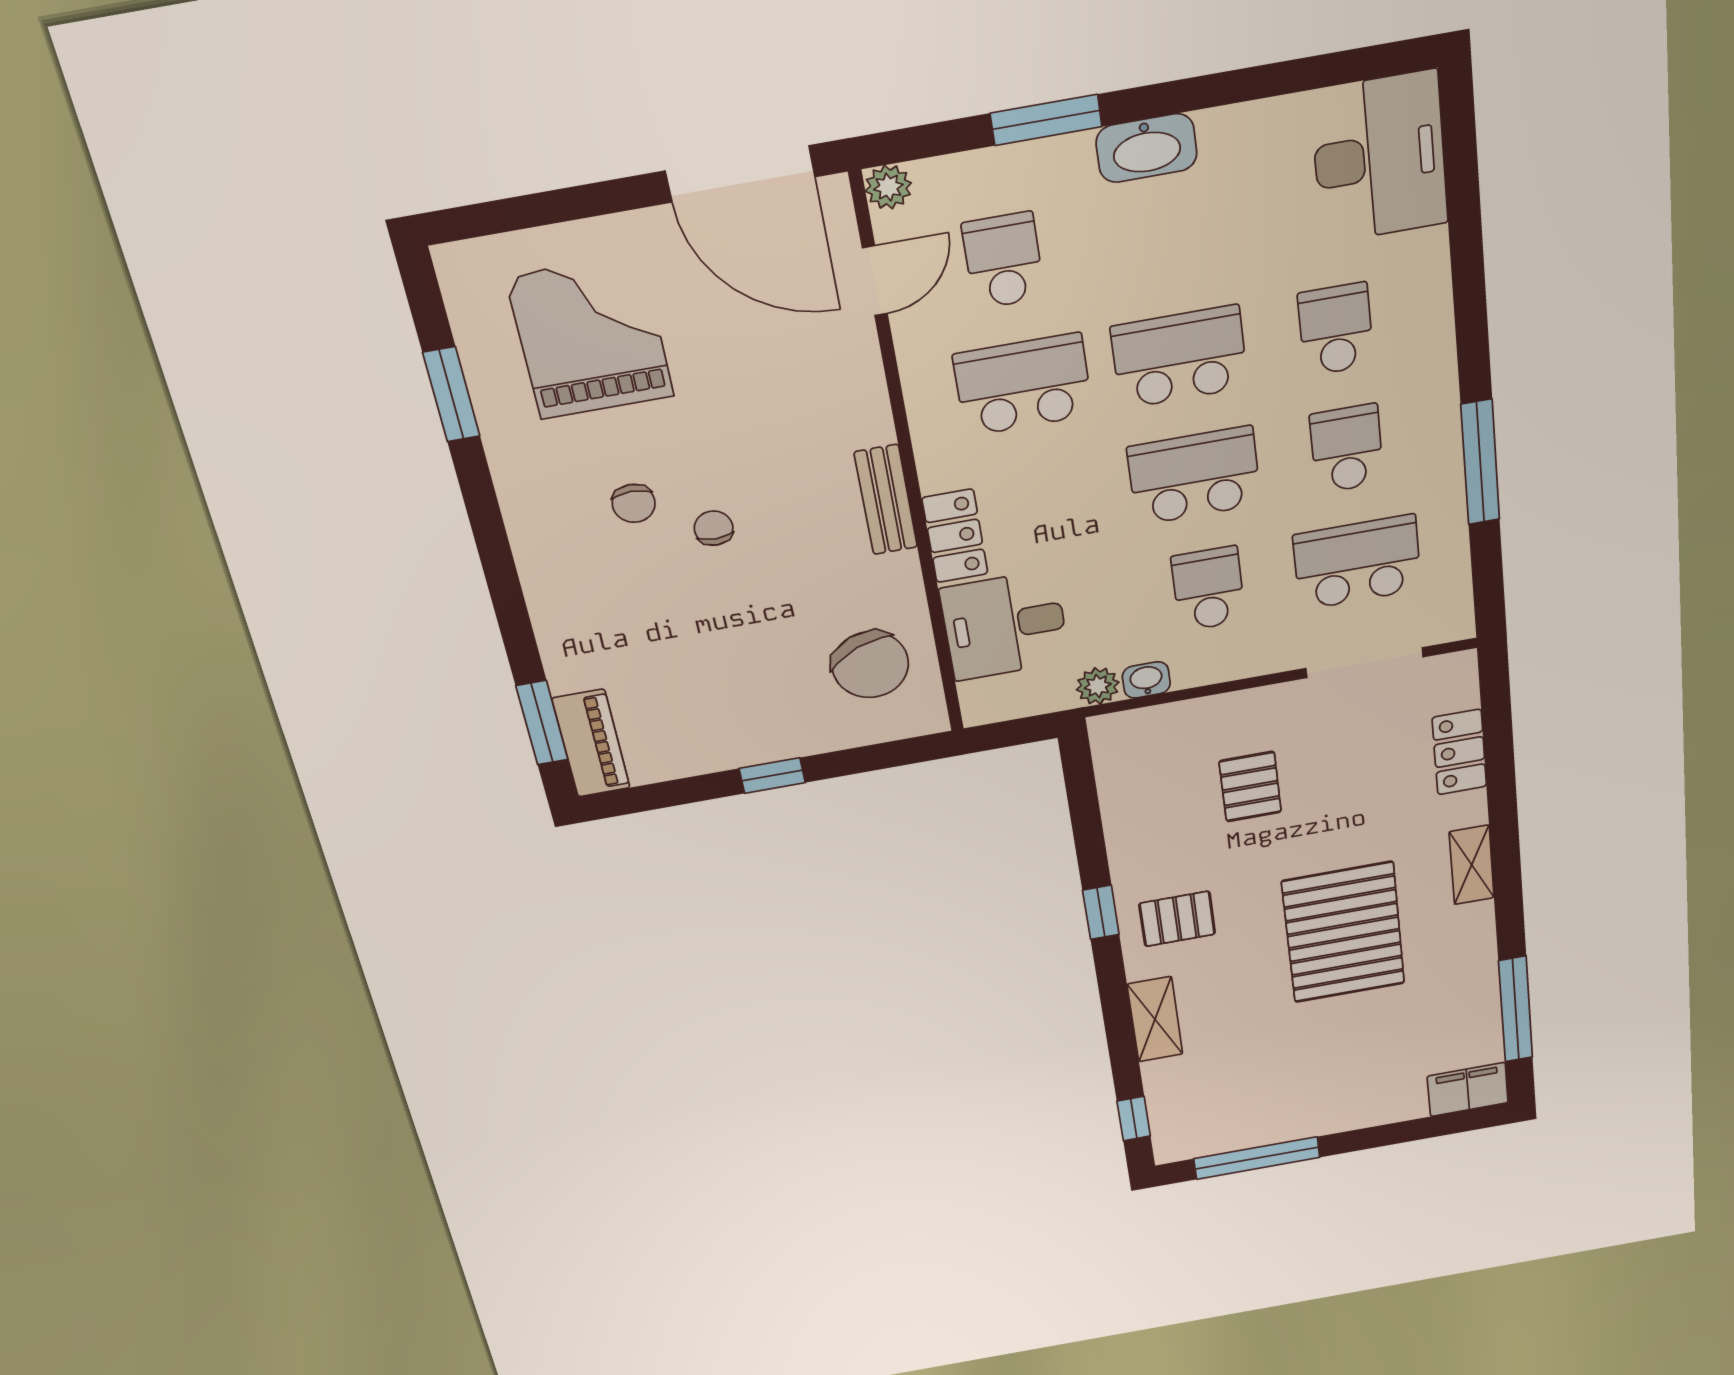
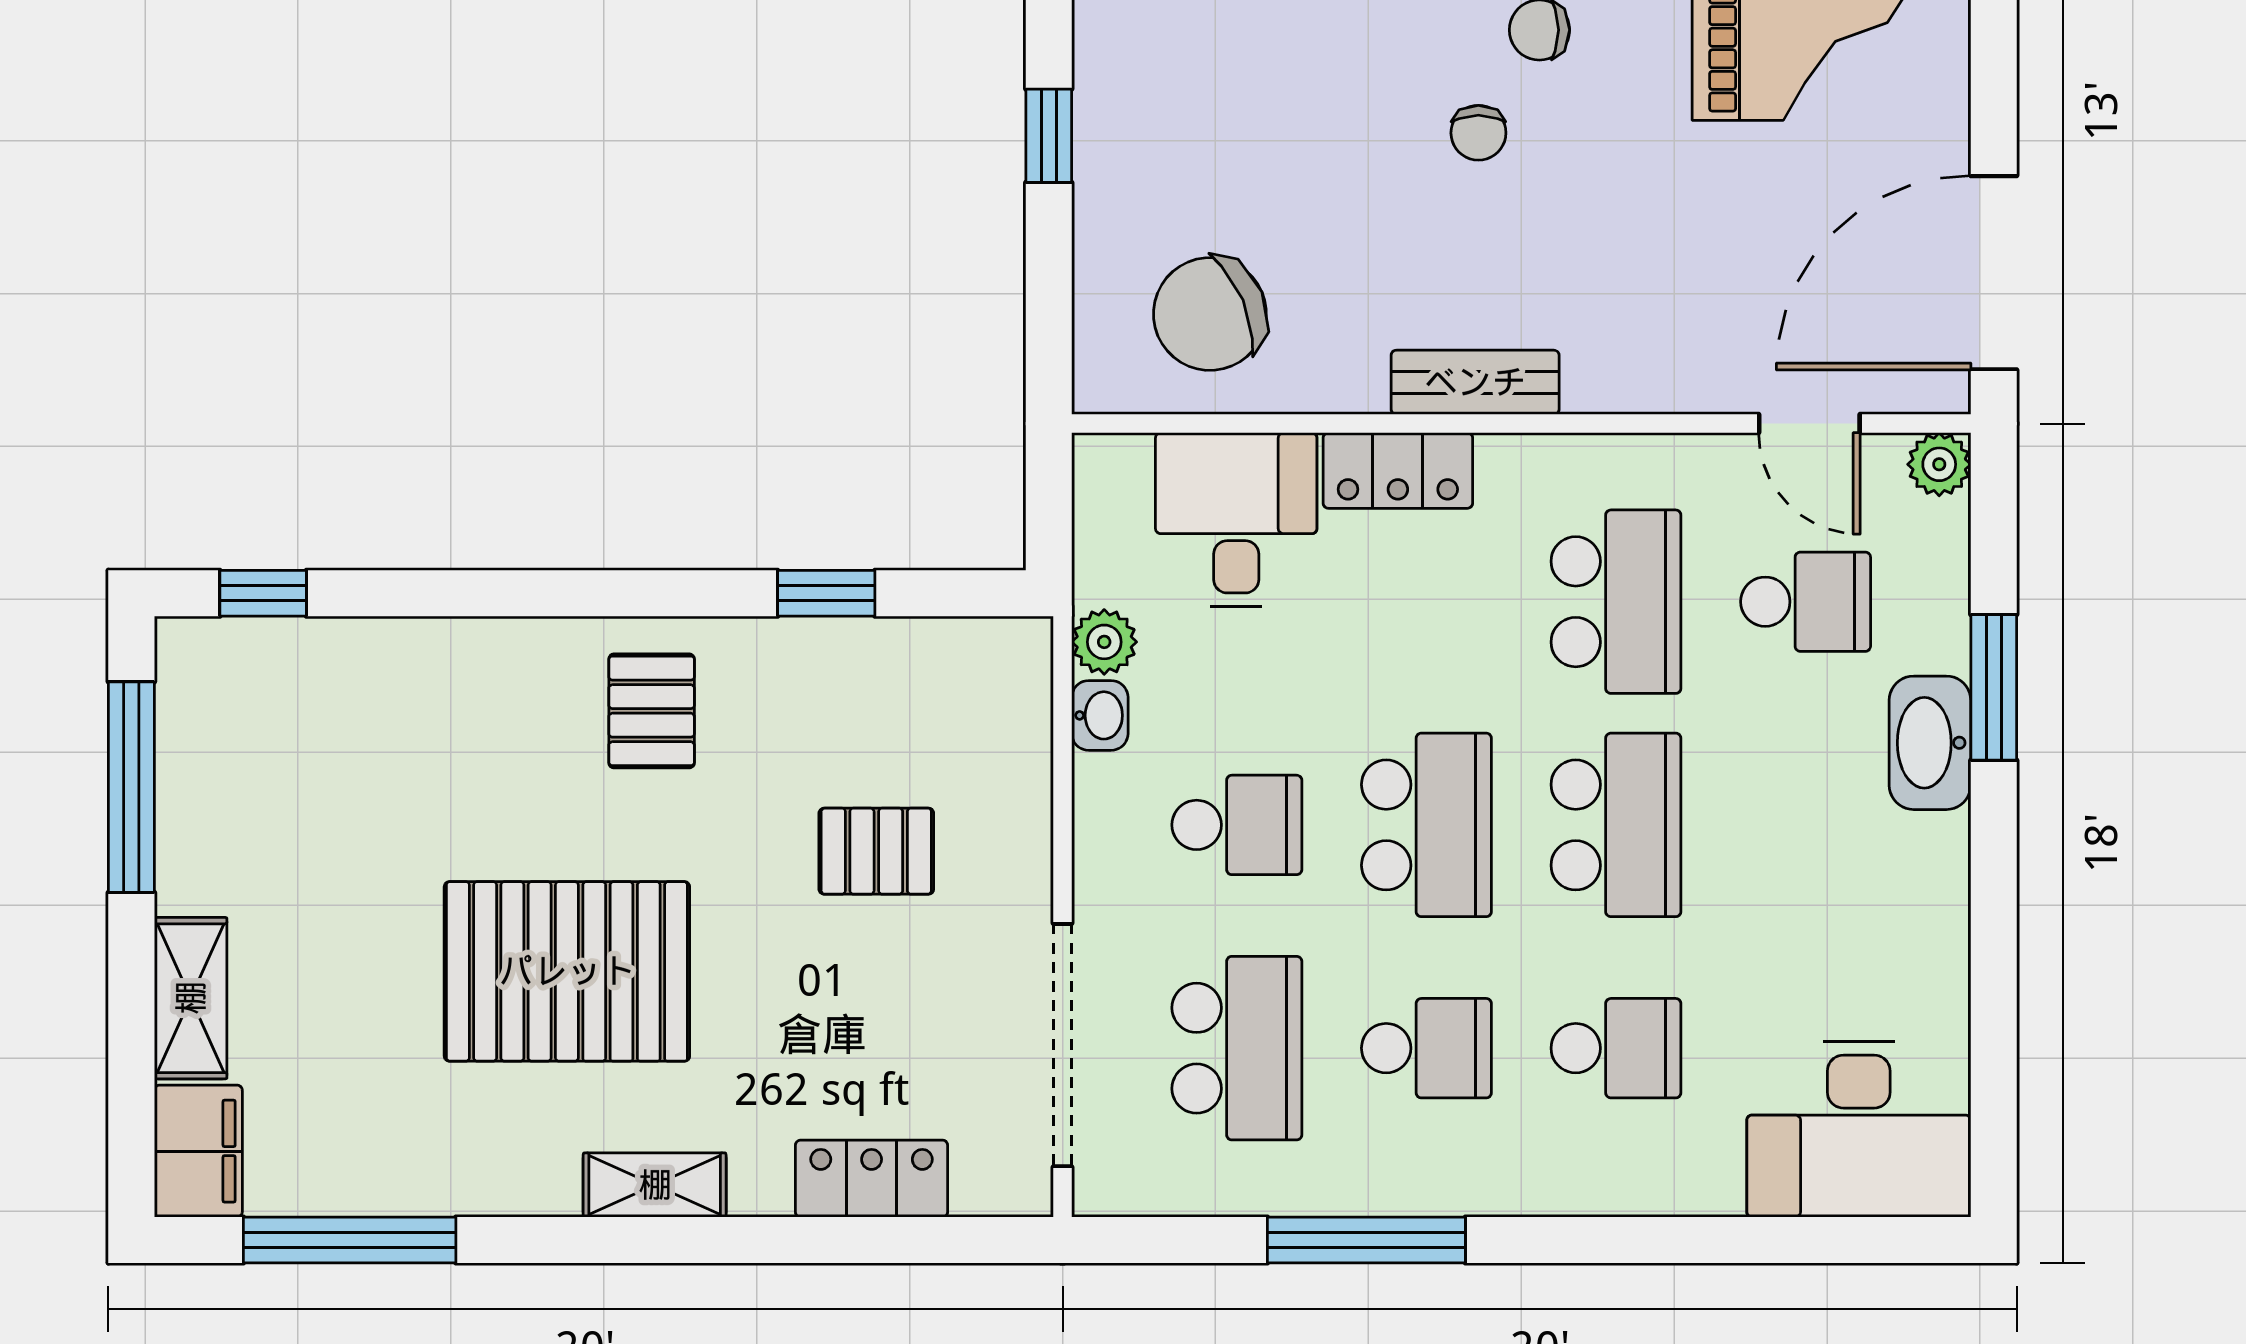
washbasin: (1147, 148) -> (1930, 743), moved
chair: (714, 528) -> (1478, 133), turned 90
doorway: (1365, 663) -> (1063, 1045), width x1.36
window: (1101, 912) -> (826, 593), moved
shelving: (1155, 1019) -> (191, 998), moved, turned 90

